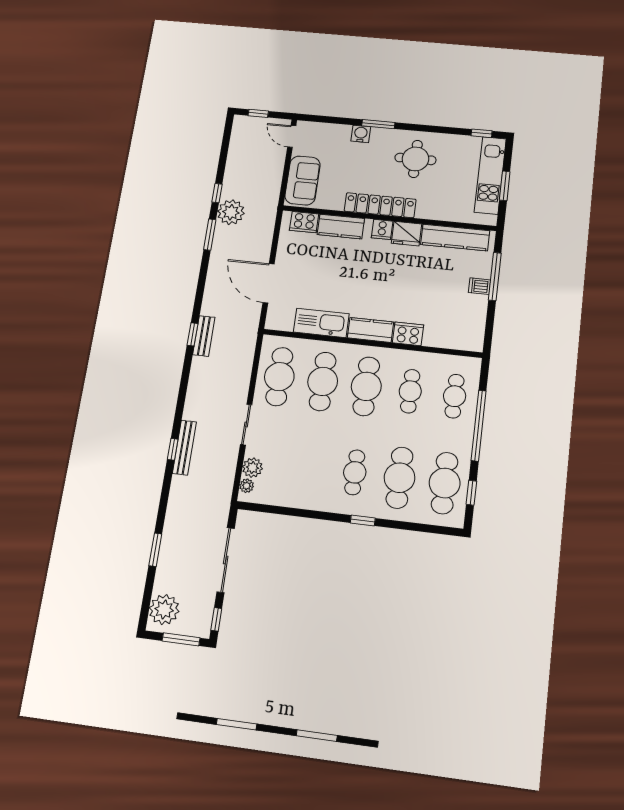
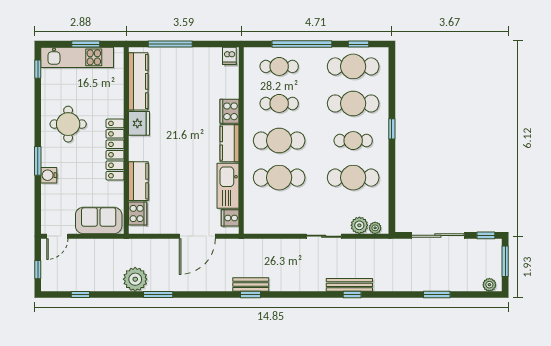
window: (217, 193) -> (80, 294), moved
cooker: (382, 229) -> (230, 218), moved, turned 180
dishwasher: (480, 286) -> (229, 56), moved
cafe table: (279, 377) -> (353, 178), moved
plant: (164, 610) -> (489, 285), width x0.53, depth x0.53

